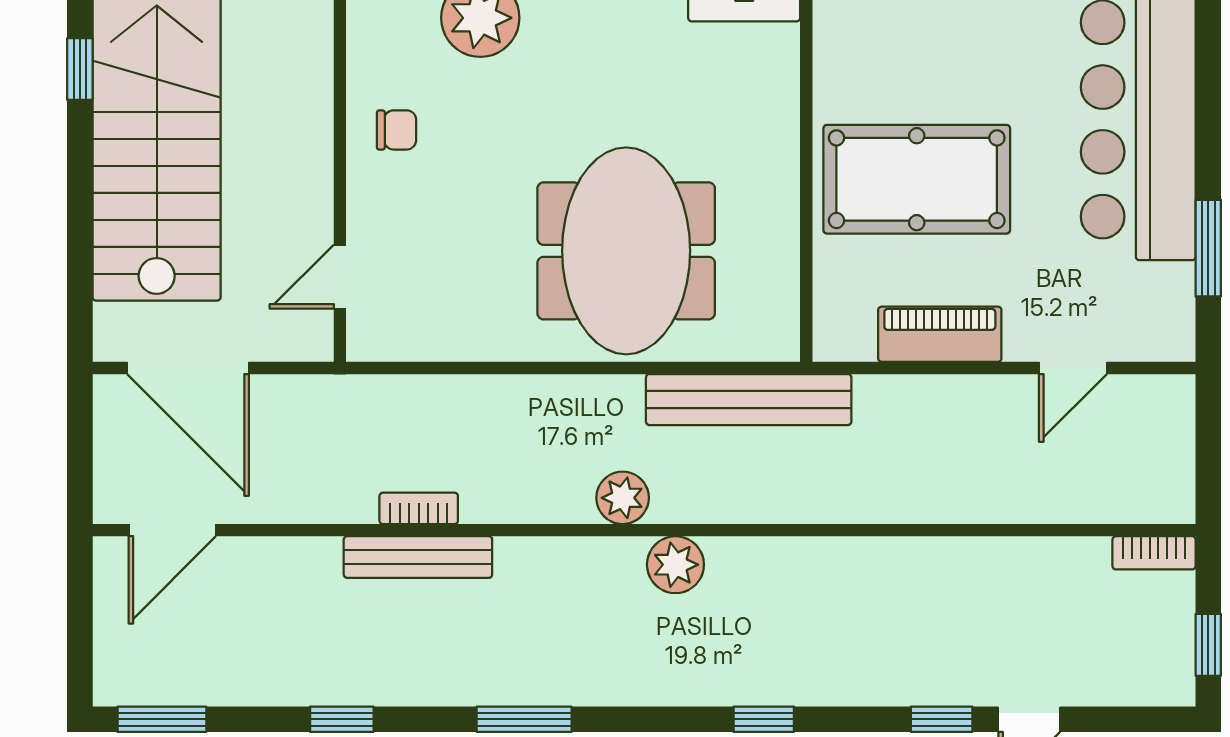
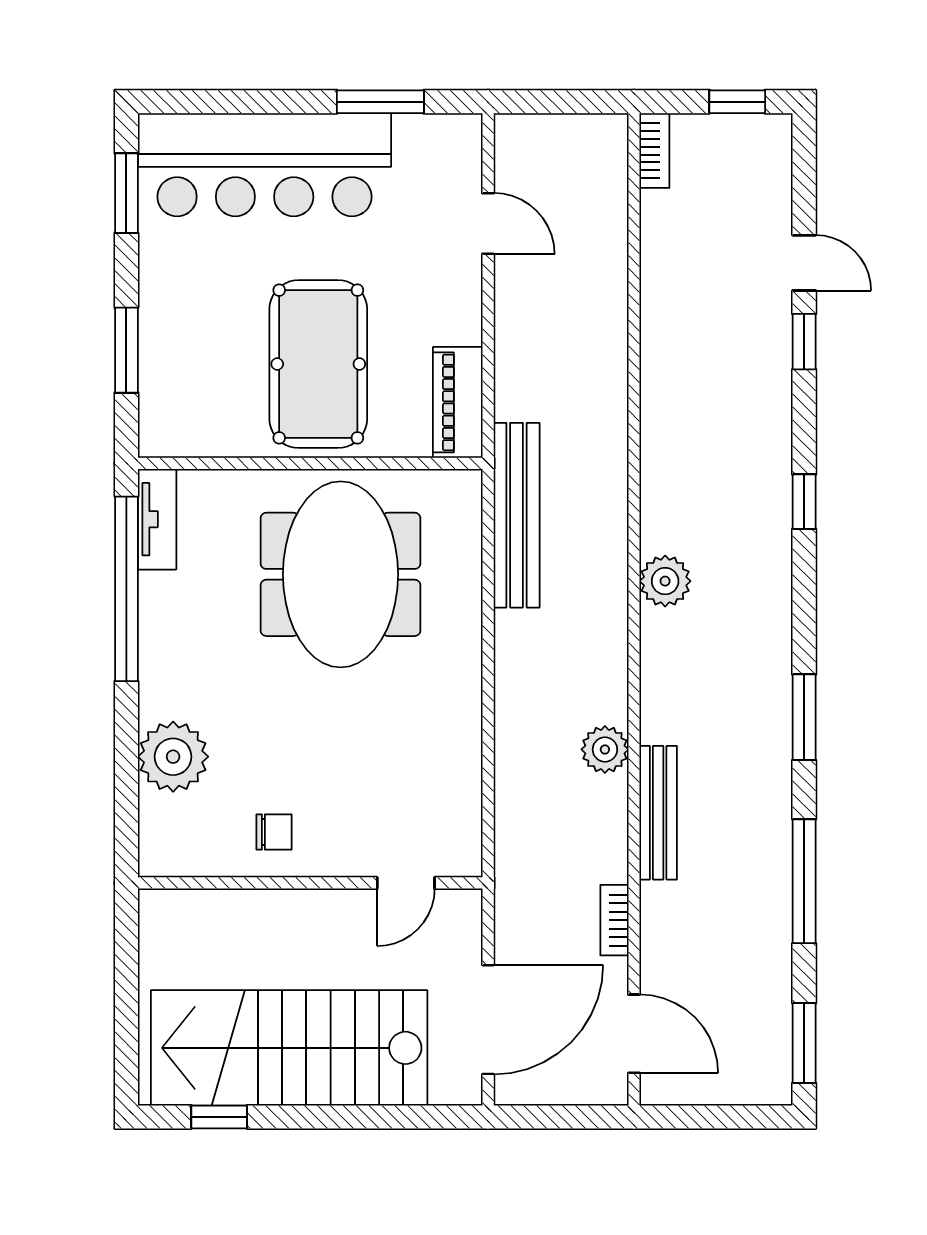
chair: (397, 130) -> (274, 832), turned 90
meeting table: (626, 251) -> (341, 574), moved, turned 90
door: (340, 277) -> (406, 883), hinge flipped
piano: (940, 334) -> (458, 402), moved
plant: (623, 498) -> (605, 749), moved
bookcase: (419, 508) -> (614, 920), moved
window: (342, 719) -> (804, 881), width x2.17

